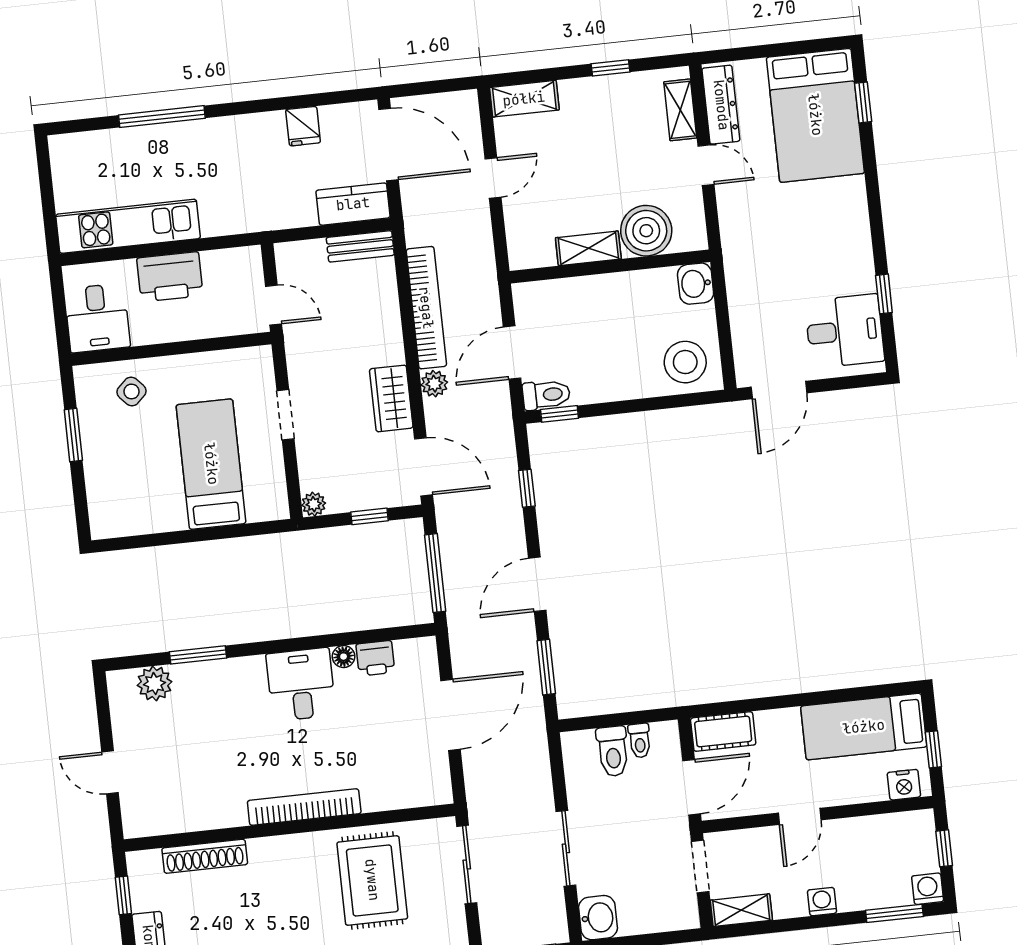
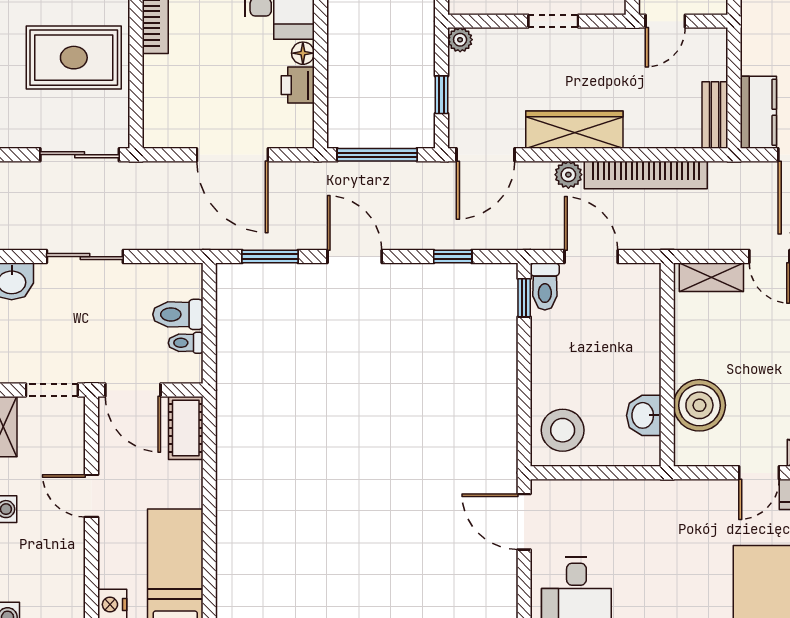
shelving: (588, 248) -> (711, 277), moved, turned 90
washbasin: (696, 284) -> (644, 415), moved, turned -90
wardrobe: (391, 398) -> (574, 130), width x1.50

